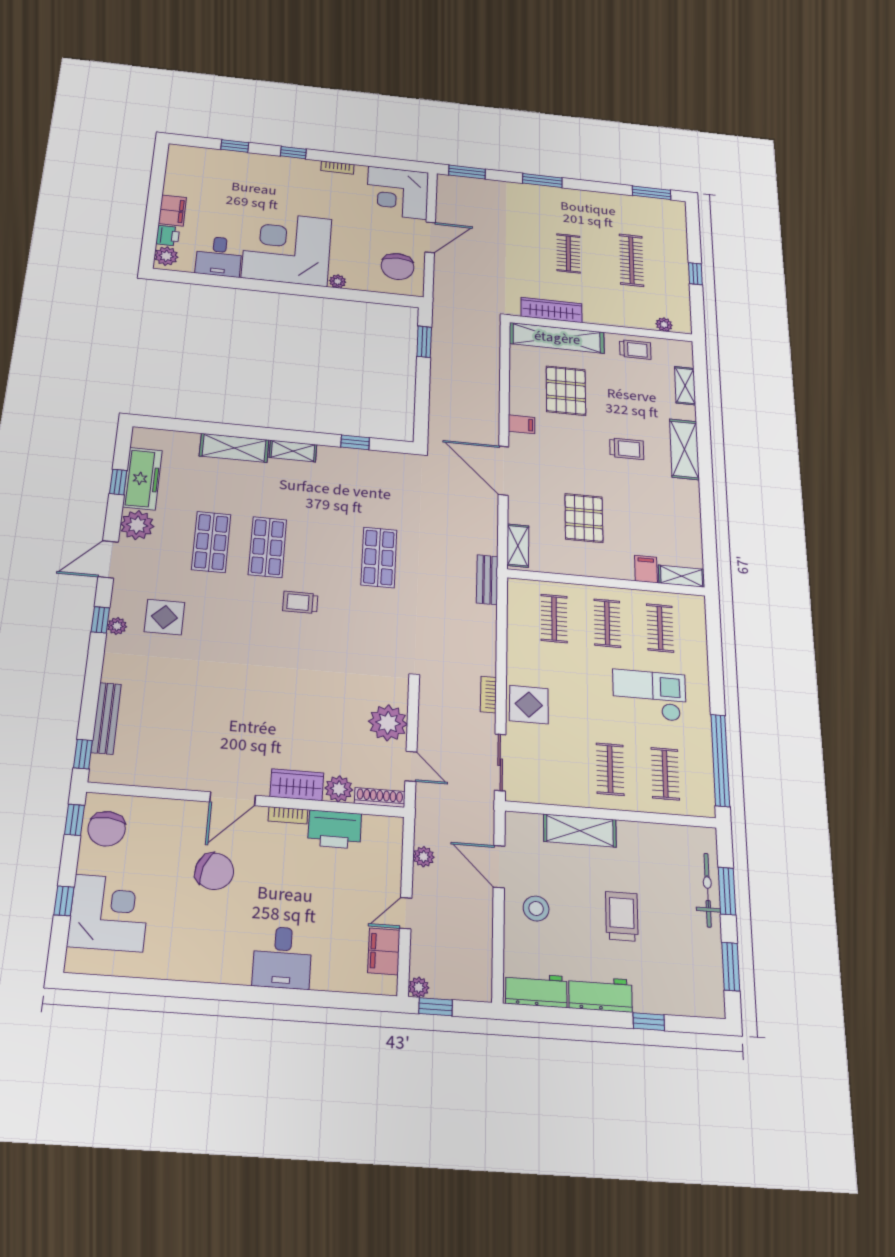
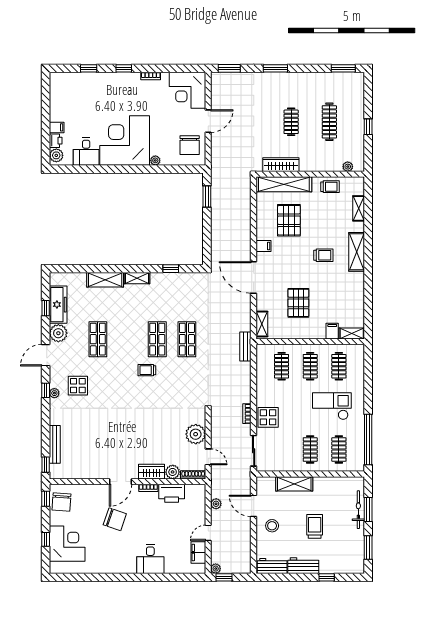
filing cabinet: (172, 211) -> (57, 127), width x0.50
shop shelf: (267, 547) -> (157, 339), moved

